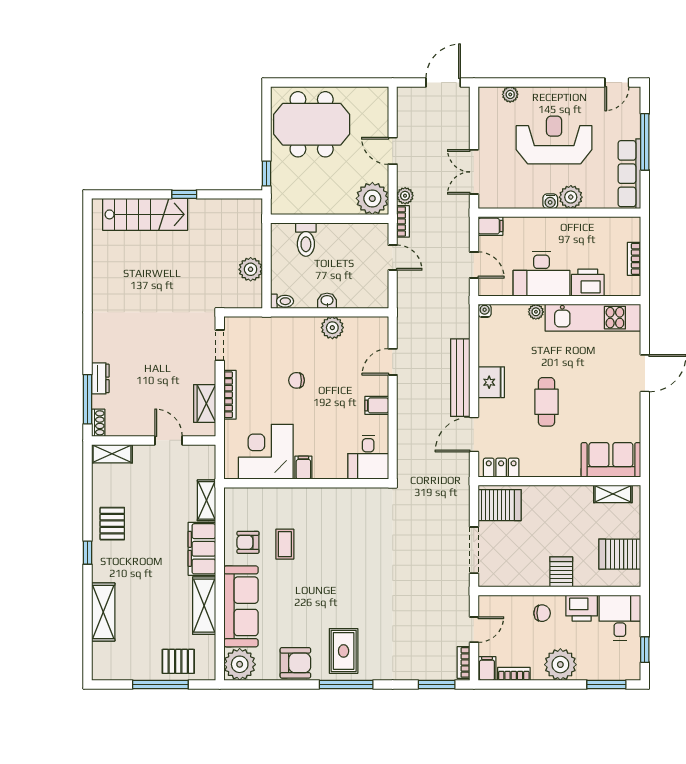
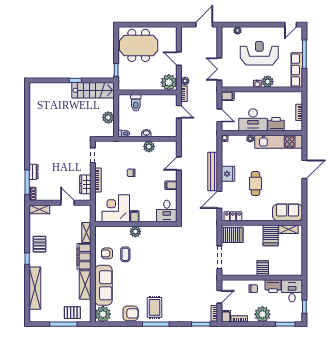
stairs: (145, 214) -> (93, 90), moved
plant: (305, 498) -> (135, 232), added
server rack: (620, 554) -> (271, 235), moved, turned -90
shelving: (103, 612) -> (35, 288), width x1.47

